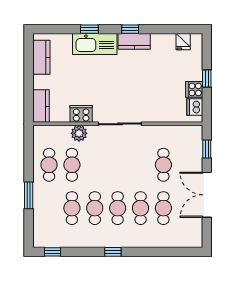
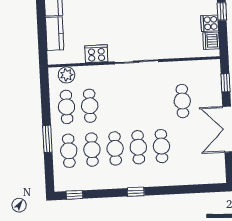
kitchen counter: (41, 106) -> (55, 34), moved
plant: (79, 133) -> (67, 75), moved
cafe table: (163, 208) -> (69, 151), moved

